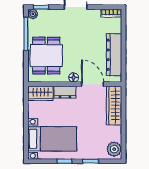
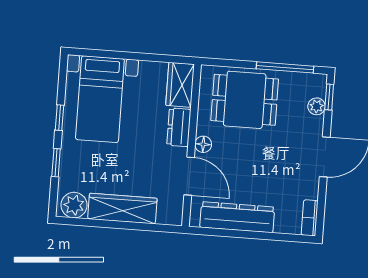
plant: (33, 14) -> (317, 106), moved
door: (93, 84) -> (189, 176), hinge flipped
wardrobe: (114, 106) -> (122, 209), moved

